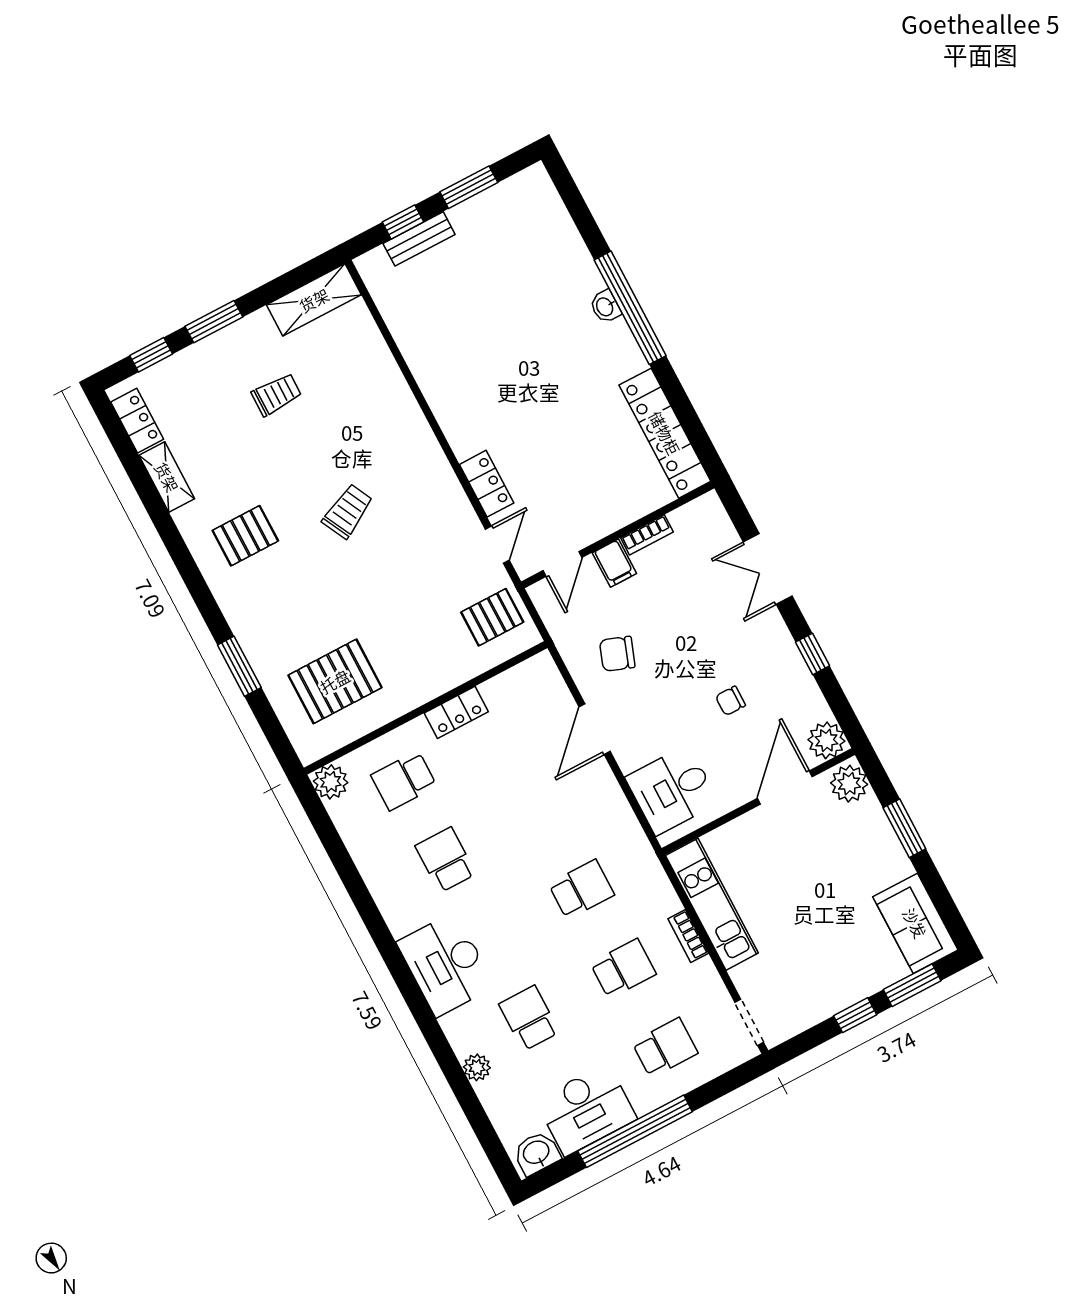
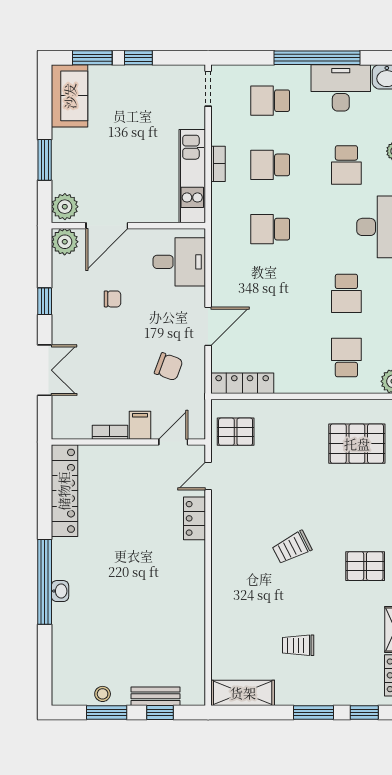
stool: (486, 207) -> (103, 694), added
locker: (456, 712) -> (242, 383), moved, width x1.53
school desk: (404, 781) -> (346, 358), turned -90

